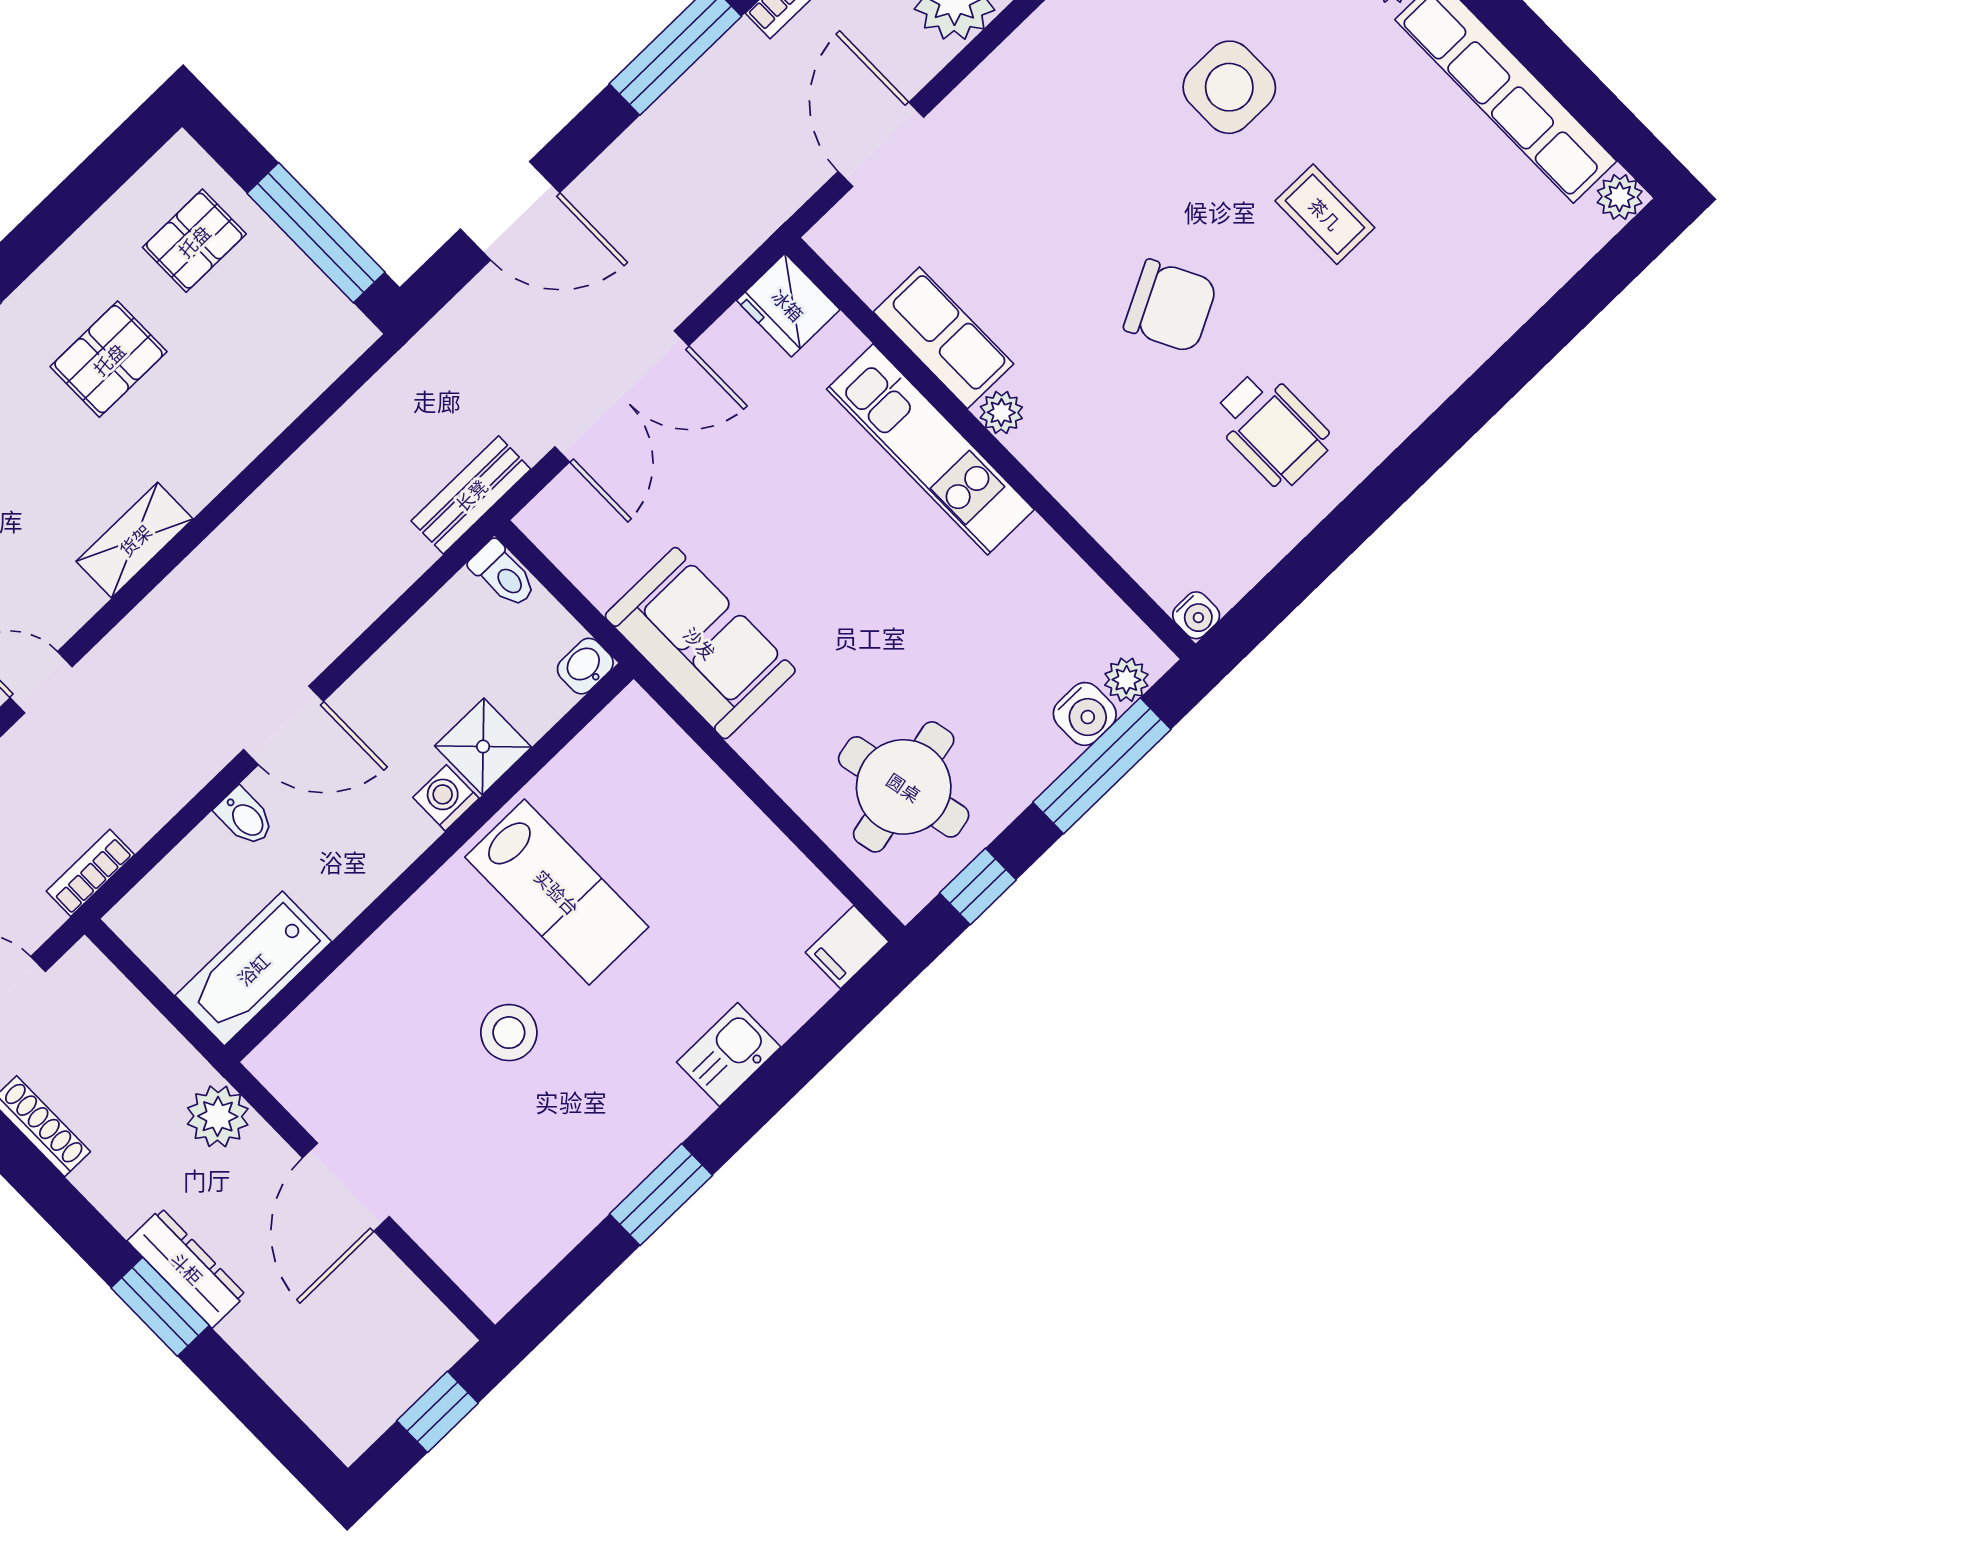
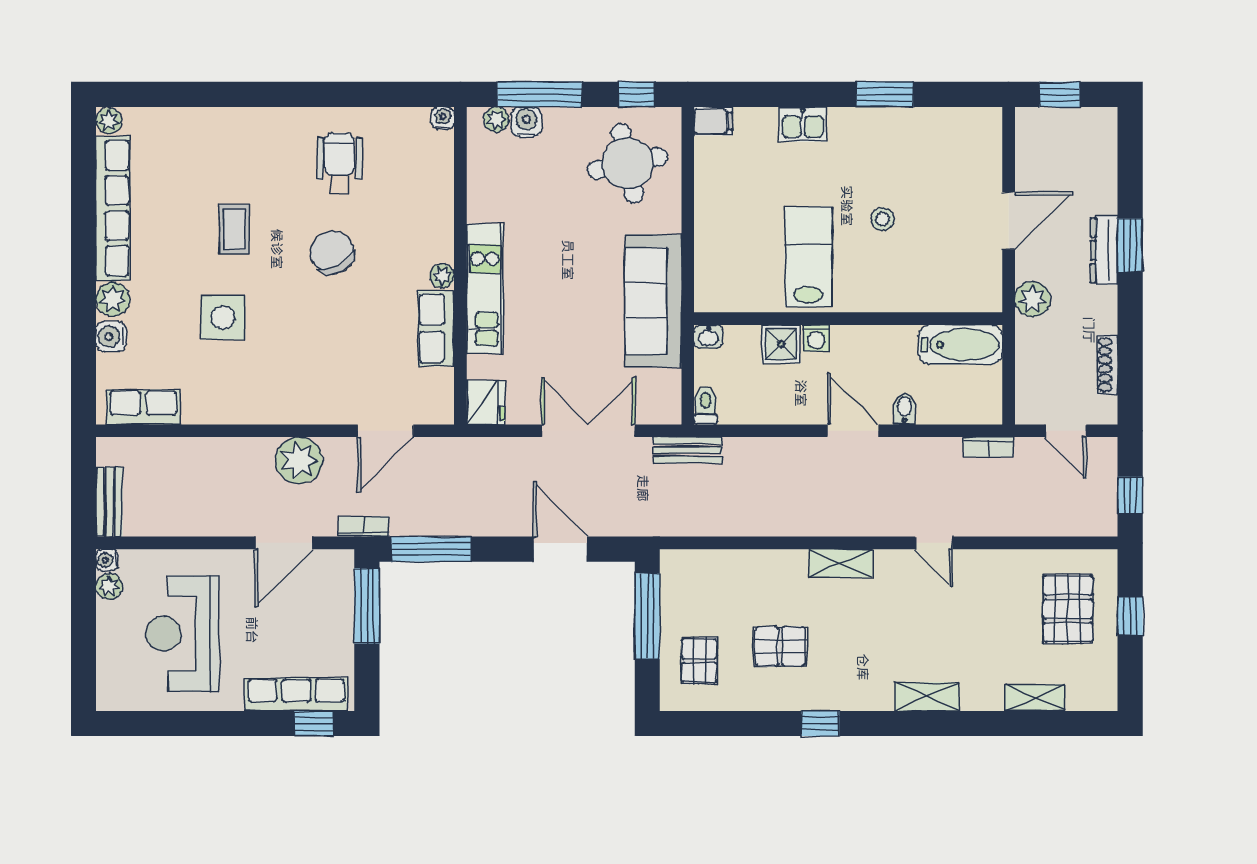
pallet: (194, 241) -> (699, 661), turned 90
sofa: (700, 643) -> (653, 301), width x1.36
stool: (509, 1033) -> (883, 219), width x0.73, depth x0.73

